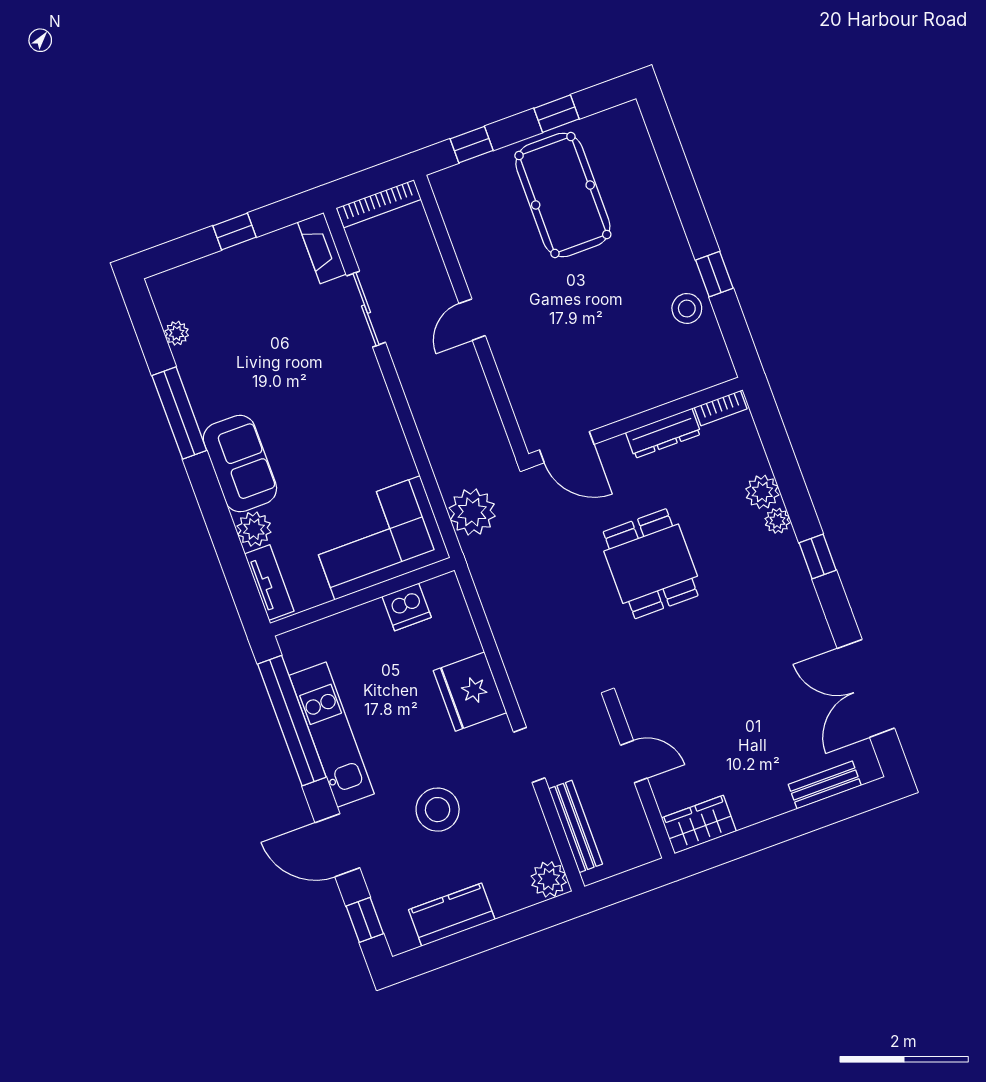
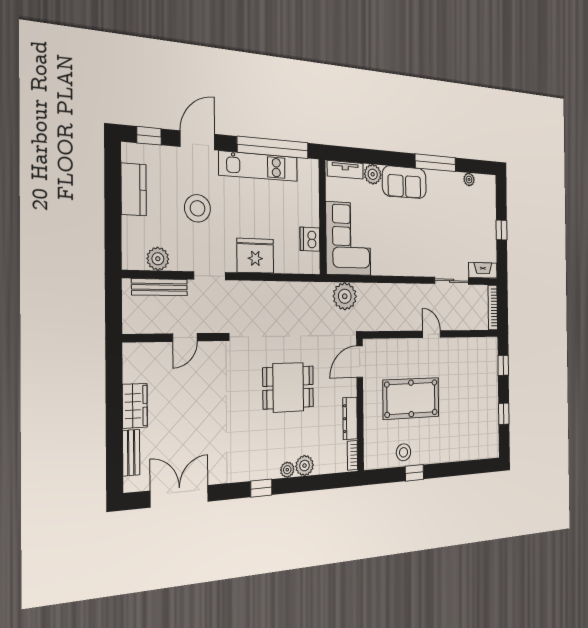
pool table: (563, 195) -> (411, 398), moved
wardrobe: (699, 825) -> (135, 406), moved
plant: (549, 879) -> (158, 259), moved

